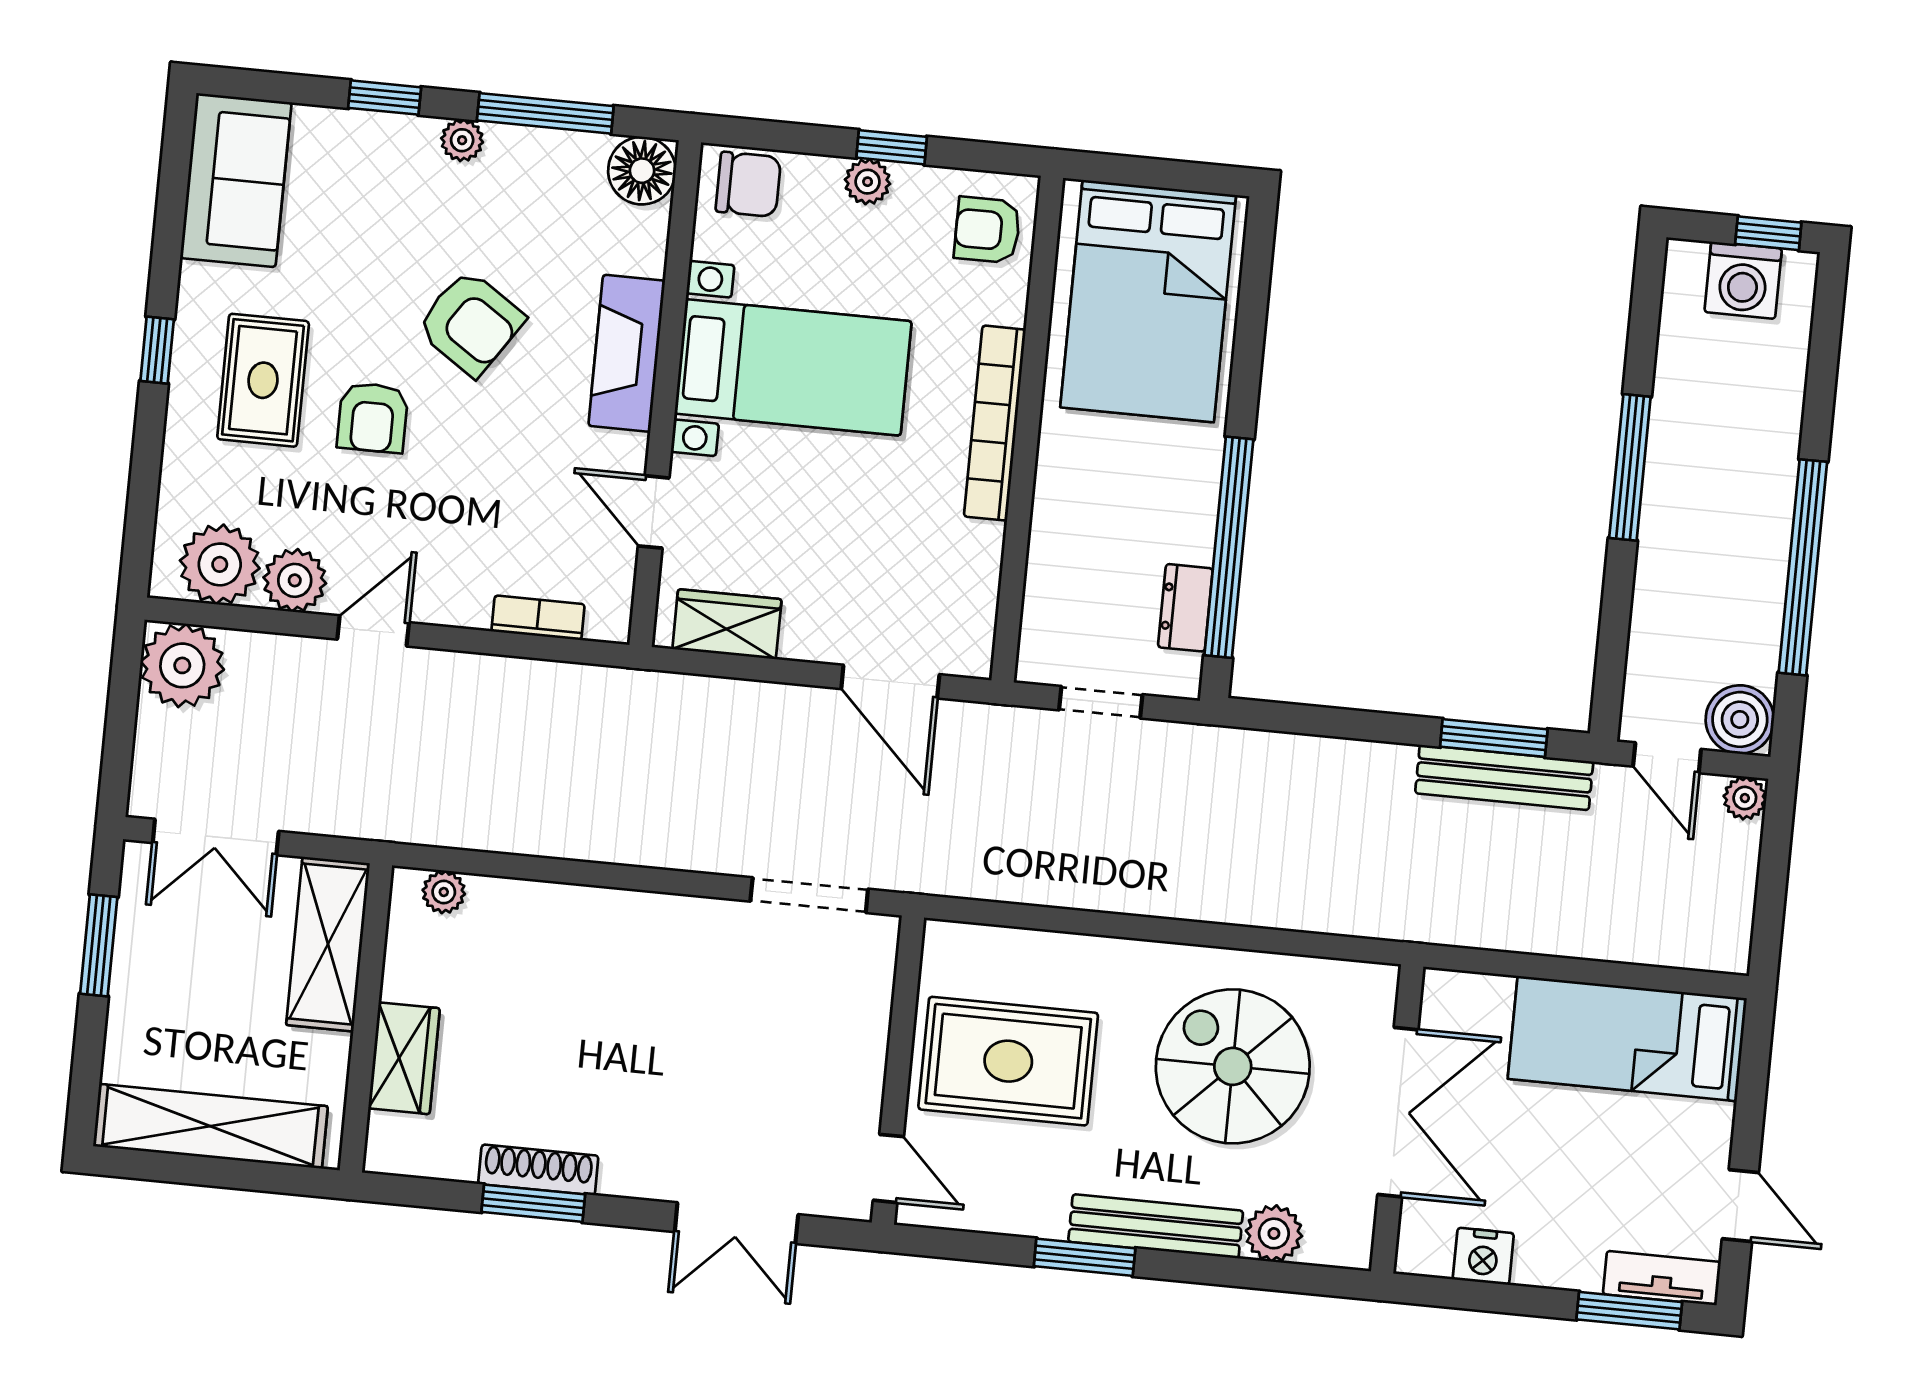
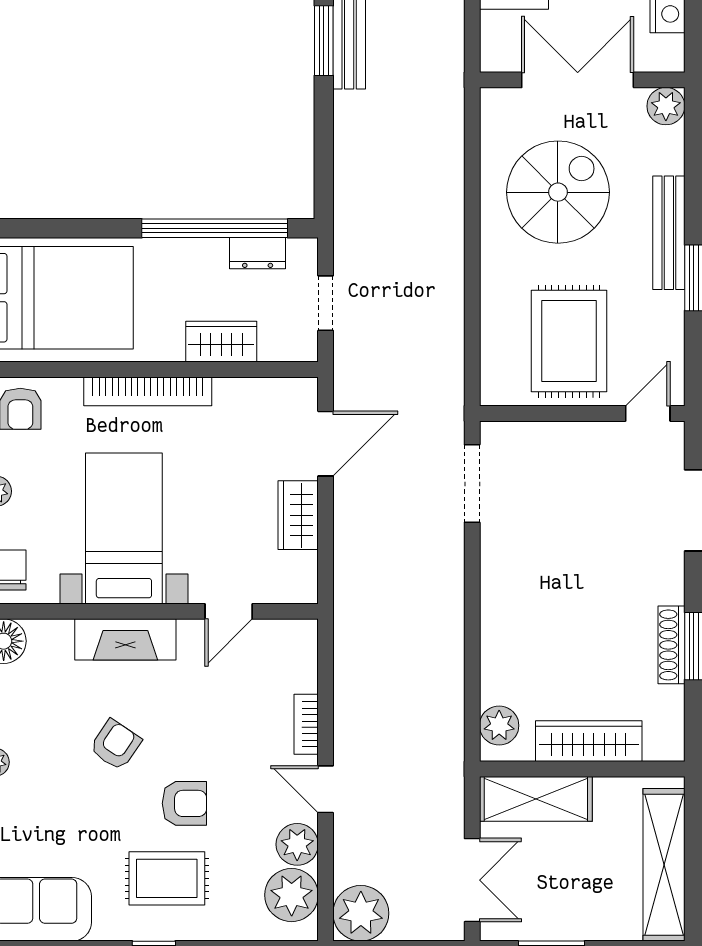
armchair: (470, 323) -> (115, 745), width x0.72, depth x0.72
wardrobe: (1058, 540) -> (221, 342), added
bookcase: (538, 618) -> (306, 724), moved
wardrobe: (727, 624) -> (298, 515), moved
plant: (444, 892) -> (499, 726), width x1.38, depth x1.38
wardrobe: (404, 1058) -> (589, 741), width x1.50
spiral stairs: (1233, 1066) -> (558, 192), turned 180
plant: (1274, 1233) -> (666, 106), moved

